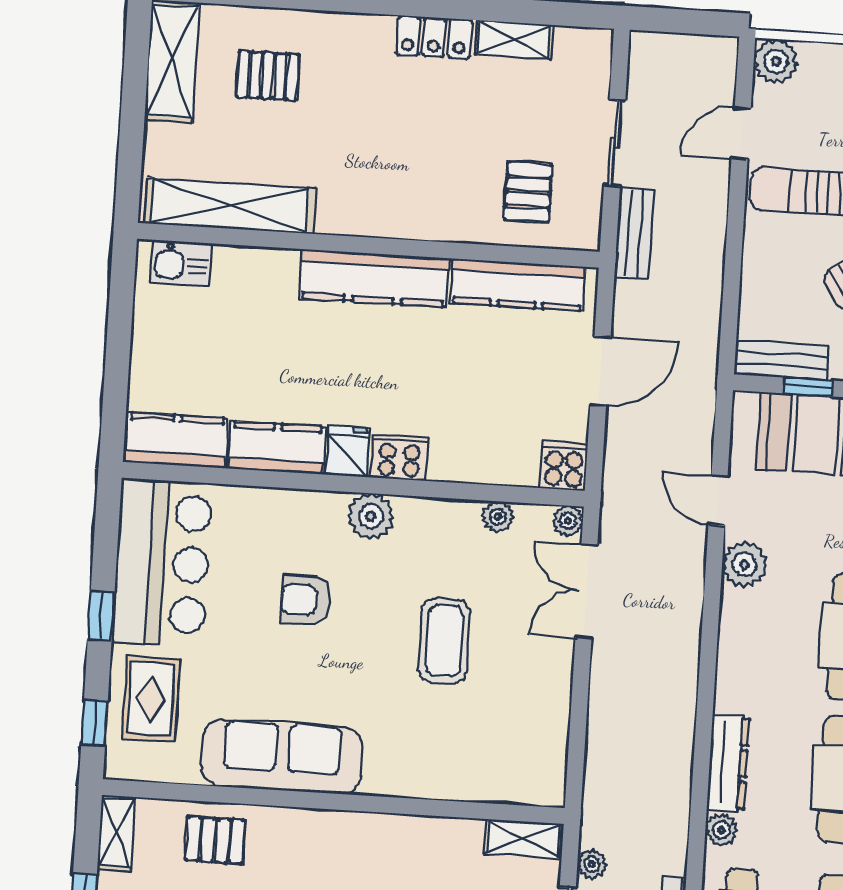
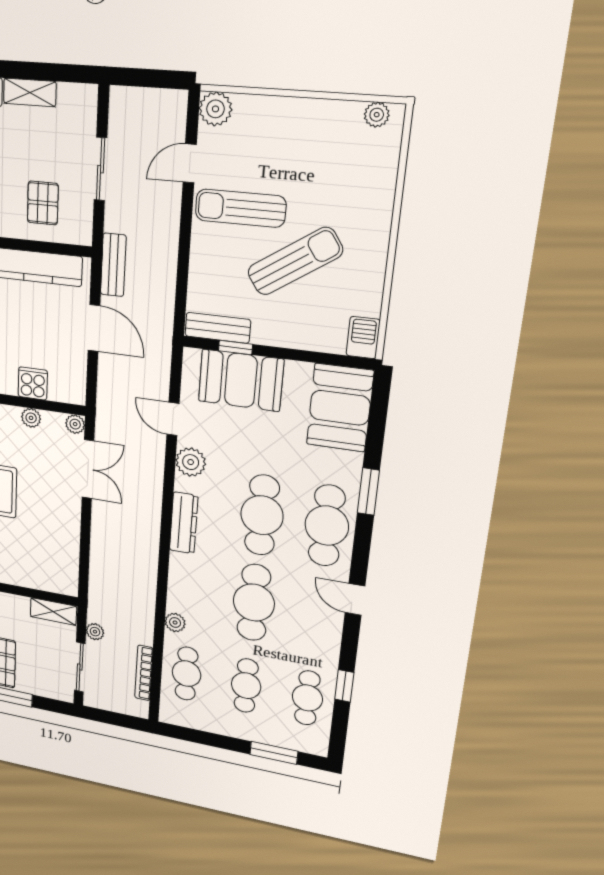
bench: (634, 233) -> (113, 265), moved
door: (600, 371) -> (94, 328), hinge flipped
cooker: (564, 466) -> (33, 383), moved
double door: (586, 591) -> (88, 469), swing flipped
dresser: (728, 763) -> (184, 523), moved

